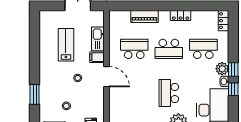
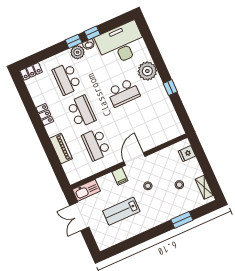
kitchen sink: (98, 39) -> (86, 190), moved

